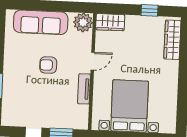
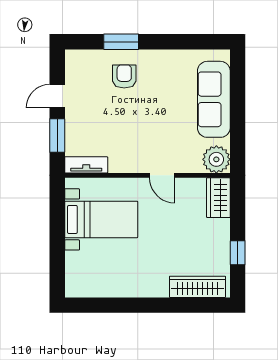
armchair: (48, 65) -> (124, 76), moved
tv unit: (84, 89) -> (86, 165), moved
bed with nightstands: (130, 106) -> (101, 219), width x0.73

